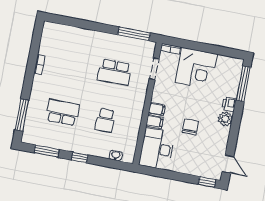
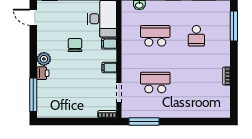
corner desk: (196, 68) -> (80, 101), removed
filing cabinet: (157, 109) -> (109, 68), moved
school desk: (63, 112) -> (196, 36), width x0.54
school desk: (105, 120) -> (155, 36), width x1.85
chair: (190, 127) -> (75, 45), turned 180

